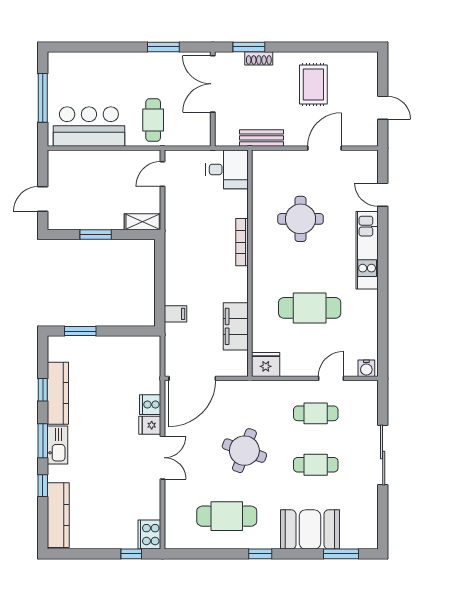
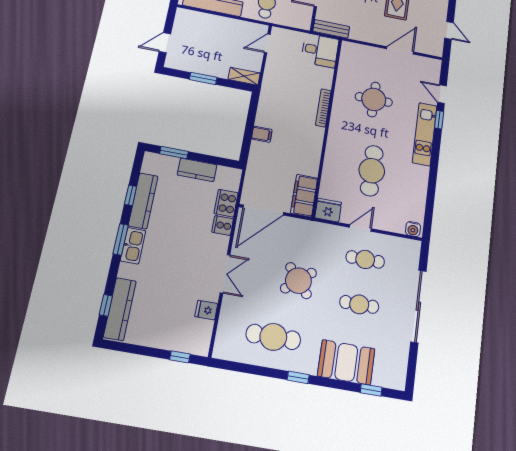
bench: (262, 138) -> (331, 29), moved
window: (383, 228) -> (439, 120), added
cafe table: (310, 308) -> (372, 171), turned 90
filing cabinet: (175, 314) -> (262, 134), moved
filing cabinet: (236, 326) -> (304, 196), moved
kitchen counter: (110, 346) -> (197, 170), added
door: (331, 378) -> (360, 228), moved
fridge: (150, 425) -> (206, 310), moved
round table: (244, 451) -> (298, 281), turned 30
sliding door: (383, 455) -> (418, 306), width x1.36
window: (43, 486) -> (106, 305), moved
cooker: (149, 535) -> (226, 203), moved
window: (341, 554) -> (371, 390), width x0.67

